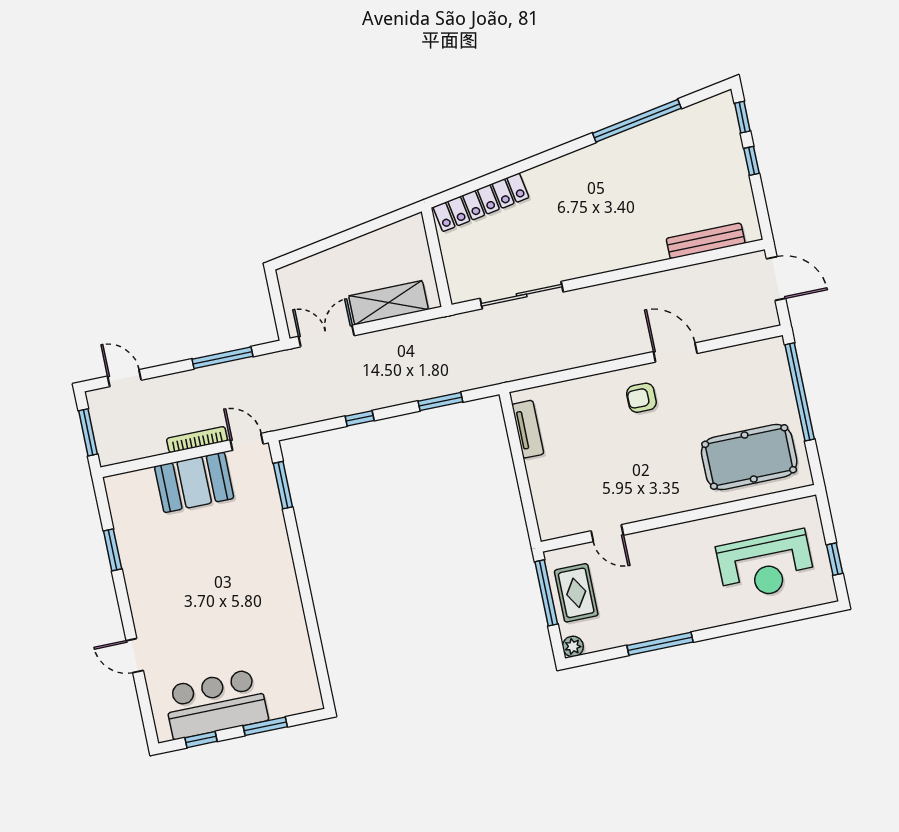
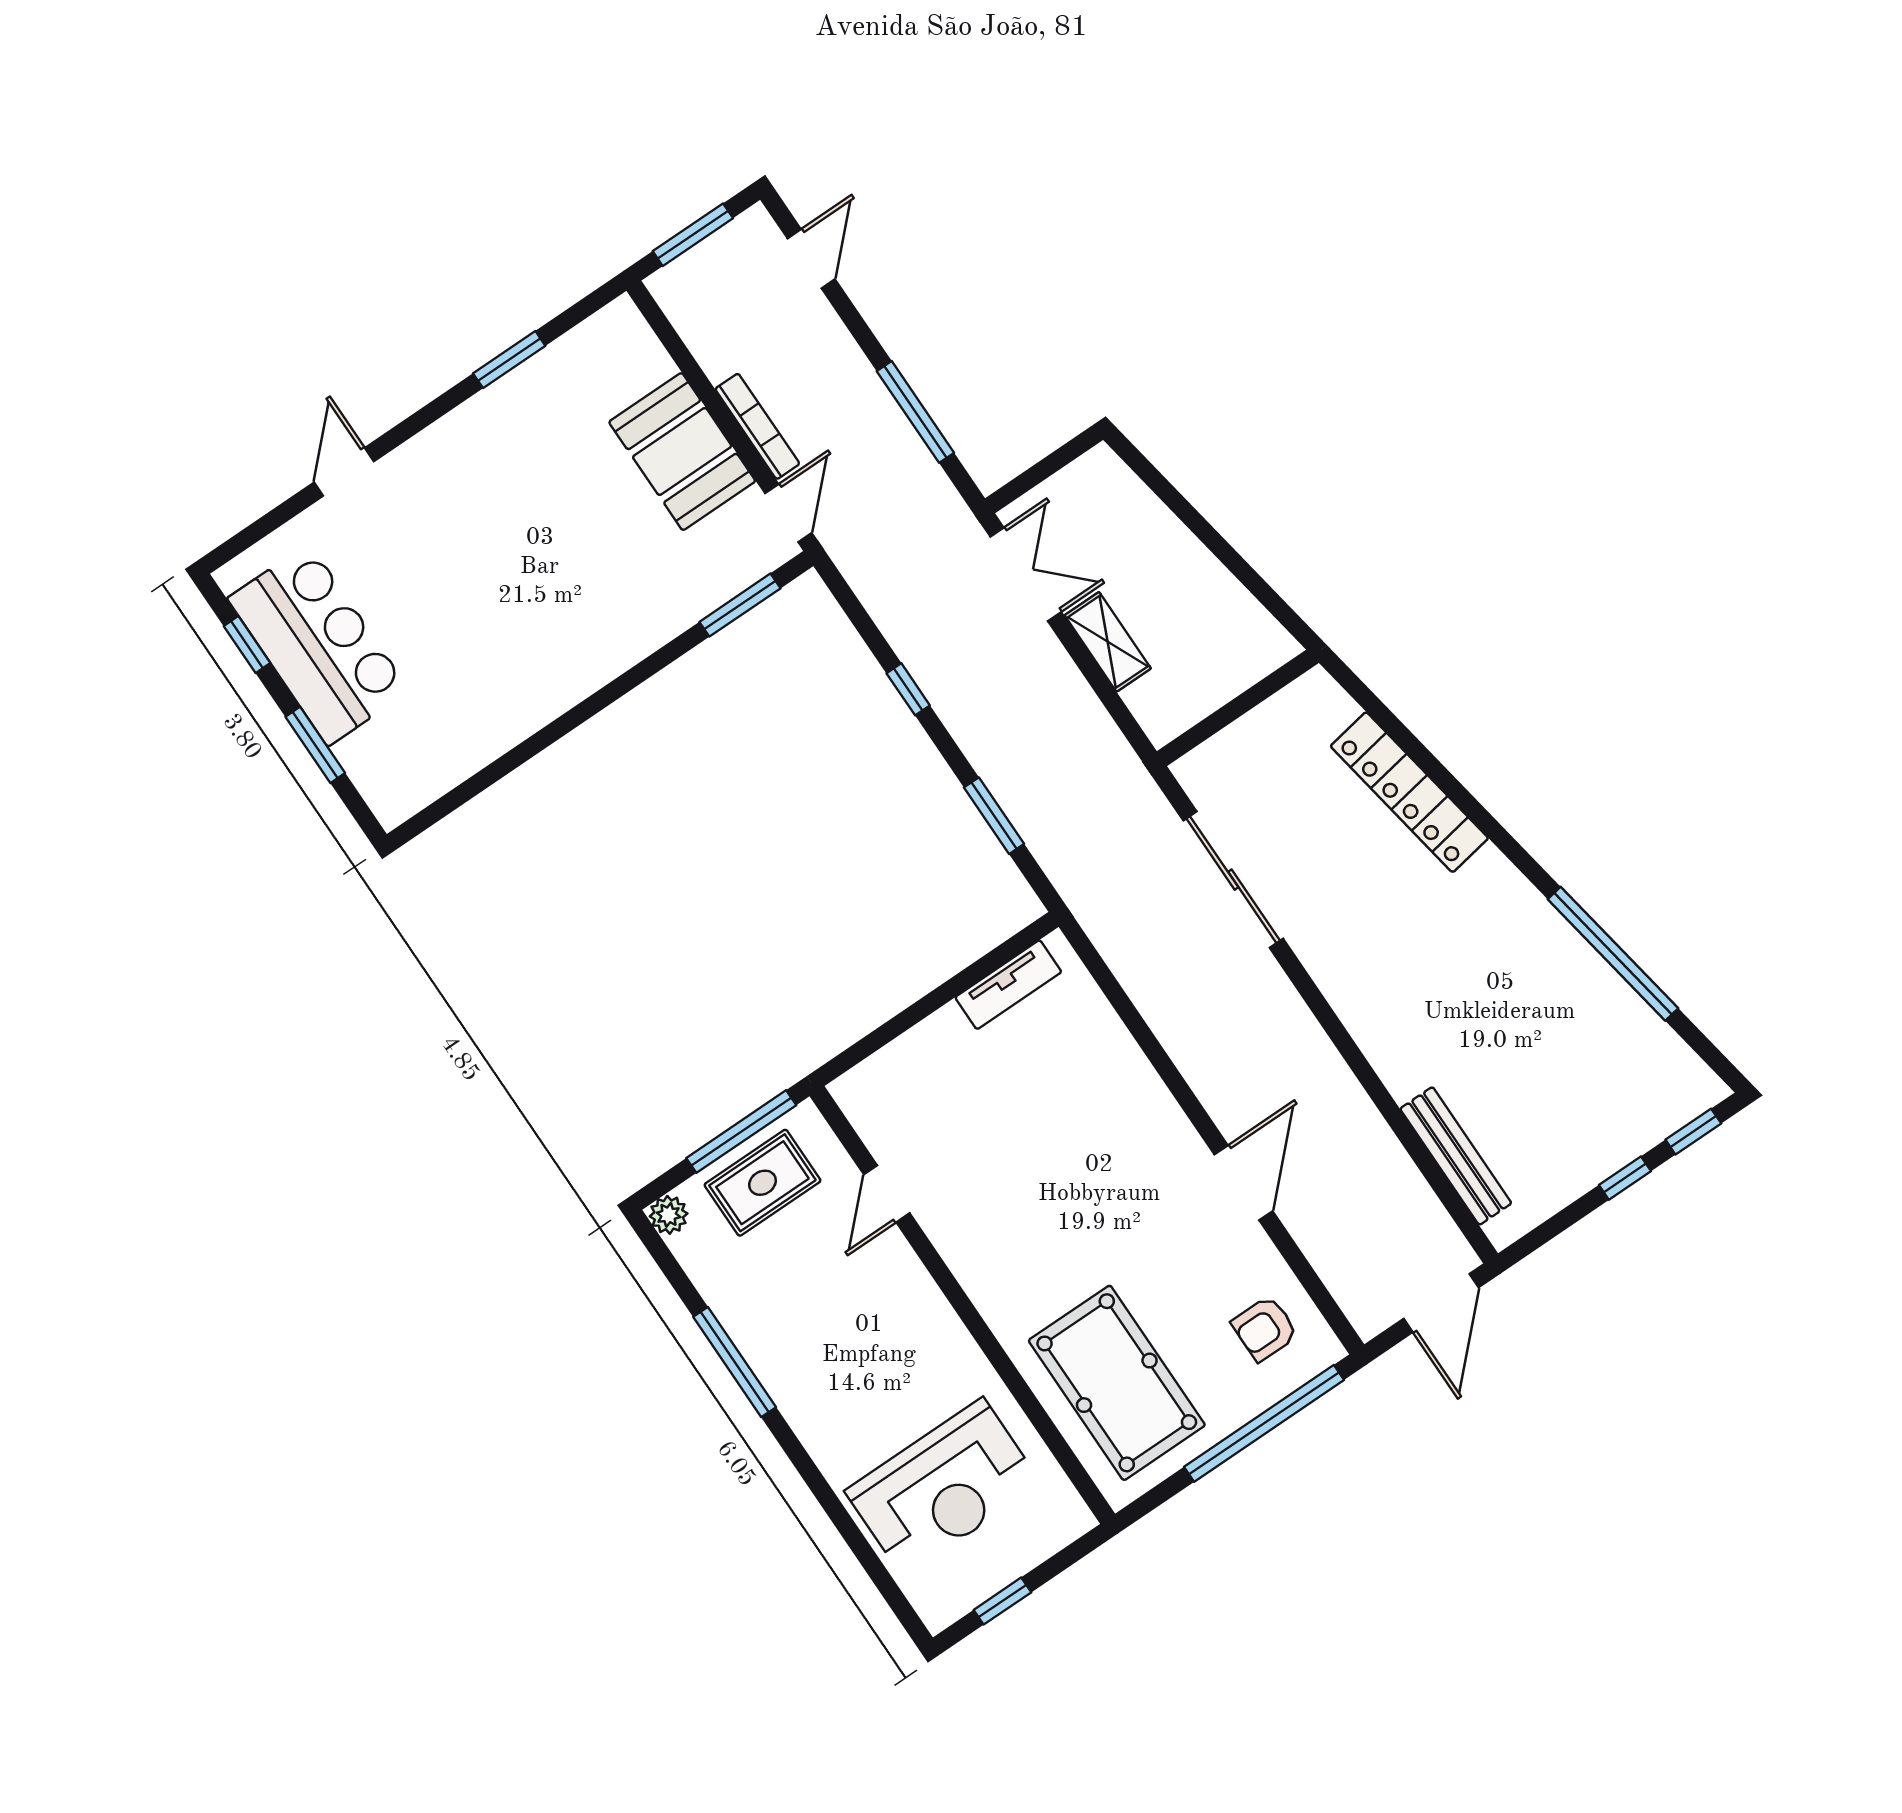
locker: (481, 202) -> (1409, 792), moved
shelving: (388, 303) -> (1108, 642), width x0.67, depth x0.75
armchair: (641, 398) -> (1265, 1329), moved, turned -90
reception desk: (766, 565) -> (943, 1487), turned -90

